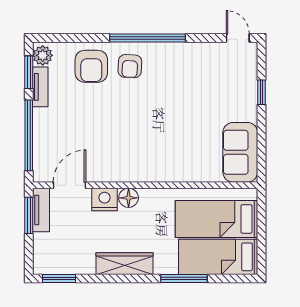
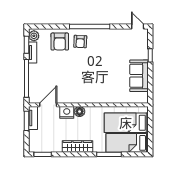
sofa: (240, 152) -> (139, 76), moved

